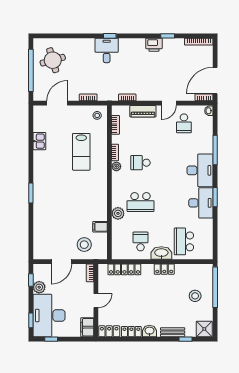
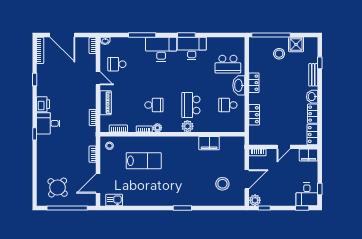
printer: (154, 45) -> (43, 104), moved
desk: (107, 50) -> (48, 123), moved
round table: (53, 60) -> (58, 187), turned -32
door: (215, 81) -> (62, 35), moved
door: (57, 103) -> (98, 183), hinge flipped
school desk: (184, 123) -> (117, 64), turned 180
kitchen sink: (39, 141) -> (114, 200), moved
school desk: (141, 163) -> (154, 105), turned -90
school desk: (141, 202) -> (191, 105), turned 180
plant: (118, 213) -> (187, 126), moved
filing cabinet: (100, 227) -> (209, 143), width x2.00
stool: (84, 245) -> (222, 184), moved
door: (61, 262) -> (247, 179), hinge flipped
locker: (124, 269) -> (254, 115), width x0.66
plant: (39, 287) -> (255, 200), moved
door: (96, 301) -> (284, 147), swing flipped
desk: (49, 315) -> (307, 194), width x0.53, depth x0.77
shower: (204, 329) -> (296, 44), moved

